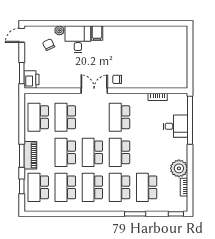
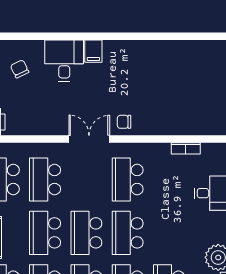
plant: (59, 30) -> (36, 47), removed

